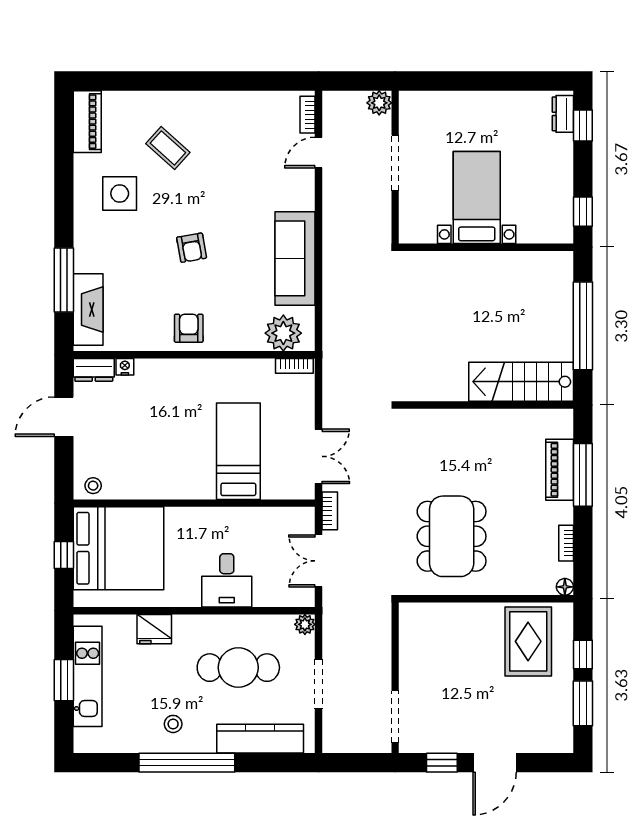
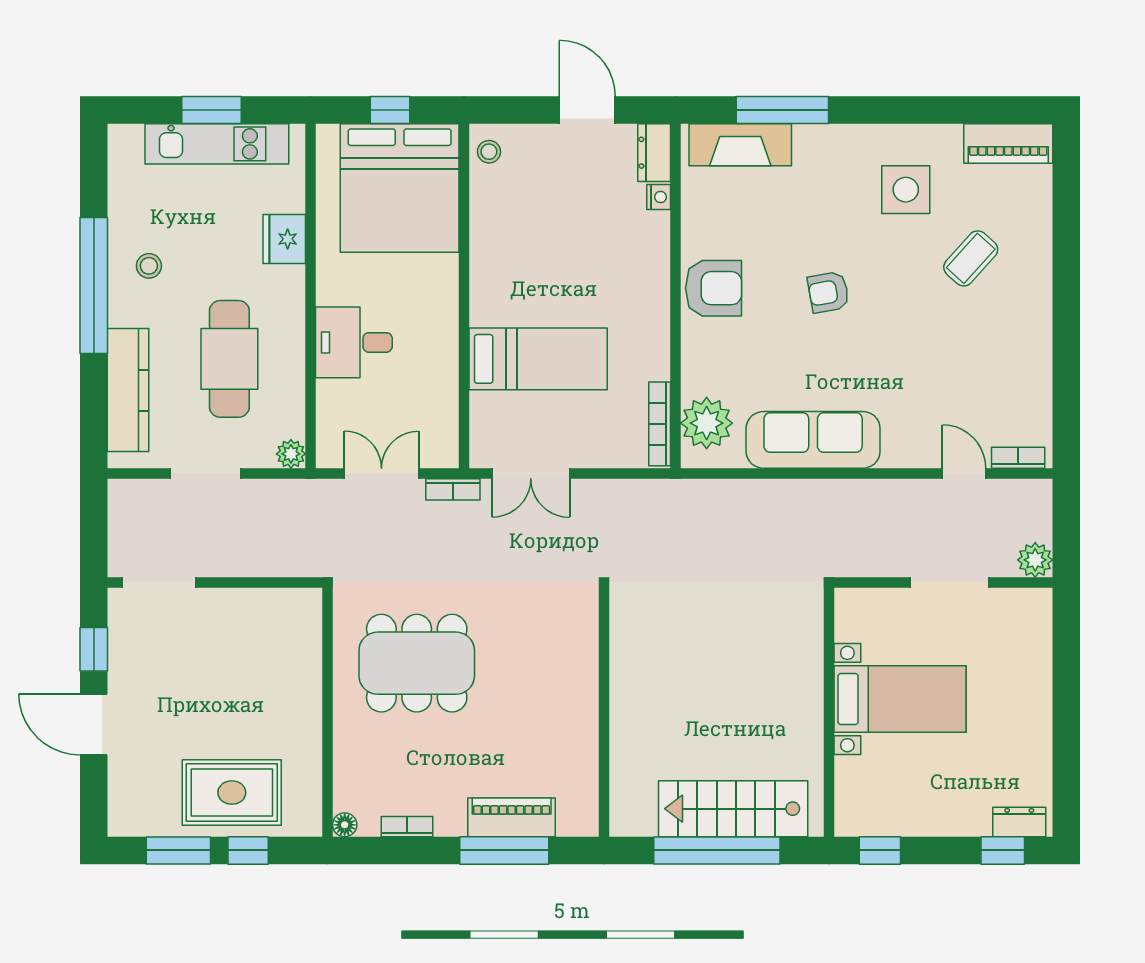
armchair: (189, 328) -> (714, 288), width x1.38, depth x1.38
bookcase: (294, 366) -> (660, 424), width x1.56
stairs: (521, 382) -> (733, 809), moved, turned -90
rug: (528, 641) -> (232, 793), moved

